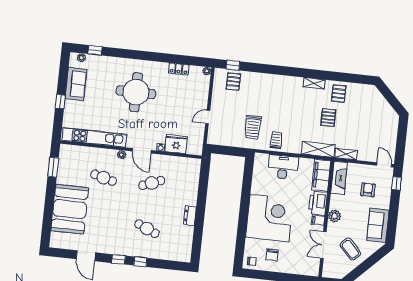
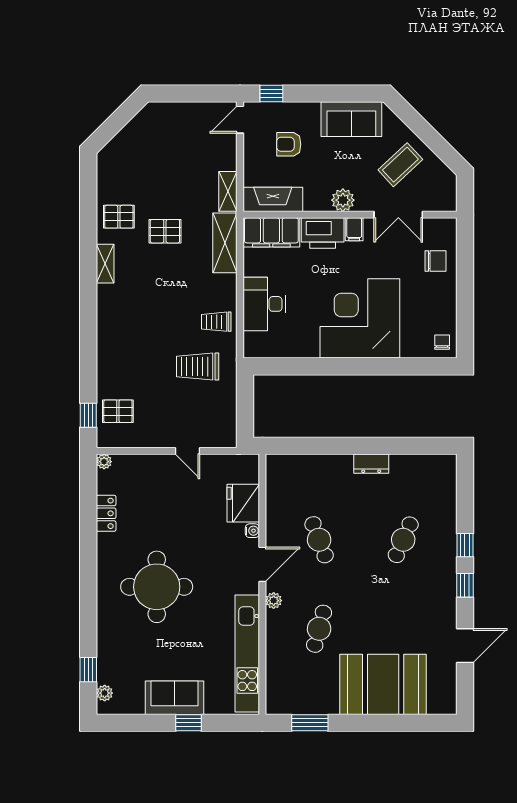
sofa: (76, 84) -> (175, 698), moved
trolley: (253, 127) -> (198, 367), turned 180
chair: (272, 255) -> (435, 261), moved

